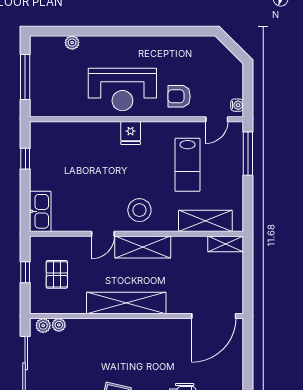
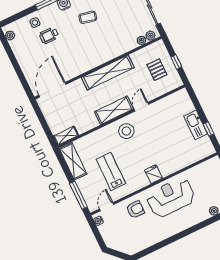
kitchen sink: (40, 211) -> (196, 125), moved
shelving: (205, 221) -> (73, 161), moved, turned 90

